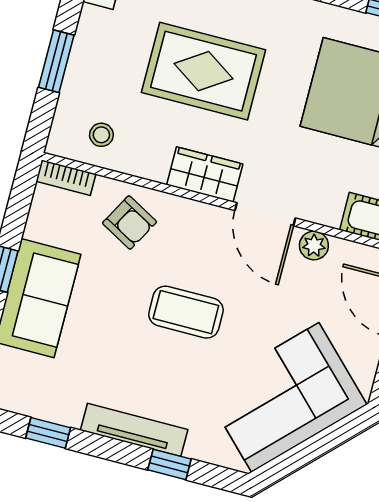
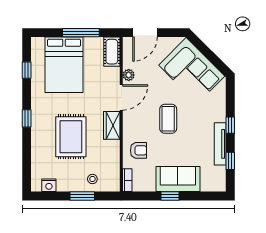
stool: (101, 135) -> (92, 179), moved
armchair: (130, 223) -> (139, 150), turned 61
tv unit: (134, 430) -> (220, 144), moved
window: (169, 464) -> (230, 125), moved

